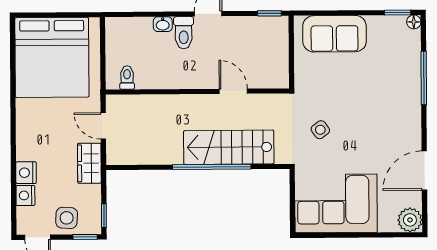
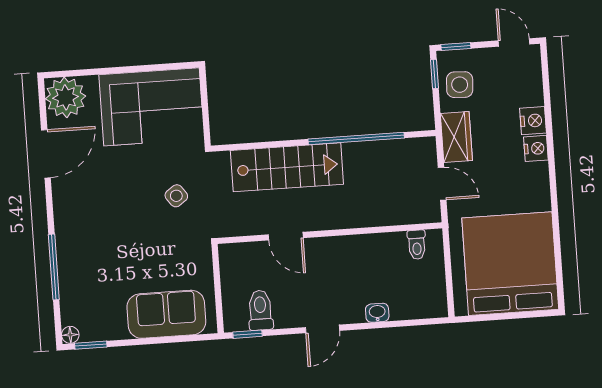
toilet: (184, 33) -> (260, 310), moved
window: (212, 167) -> (356, 139), moved
nightstand: (25, 195) -> (536, 148), moved
side table: (67, 218) -> (460, 85), moved
plant: (410, 220) -> (66, 97), width x1.36, depth x1.36

